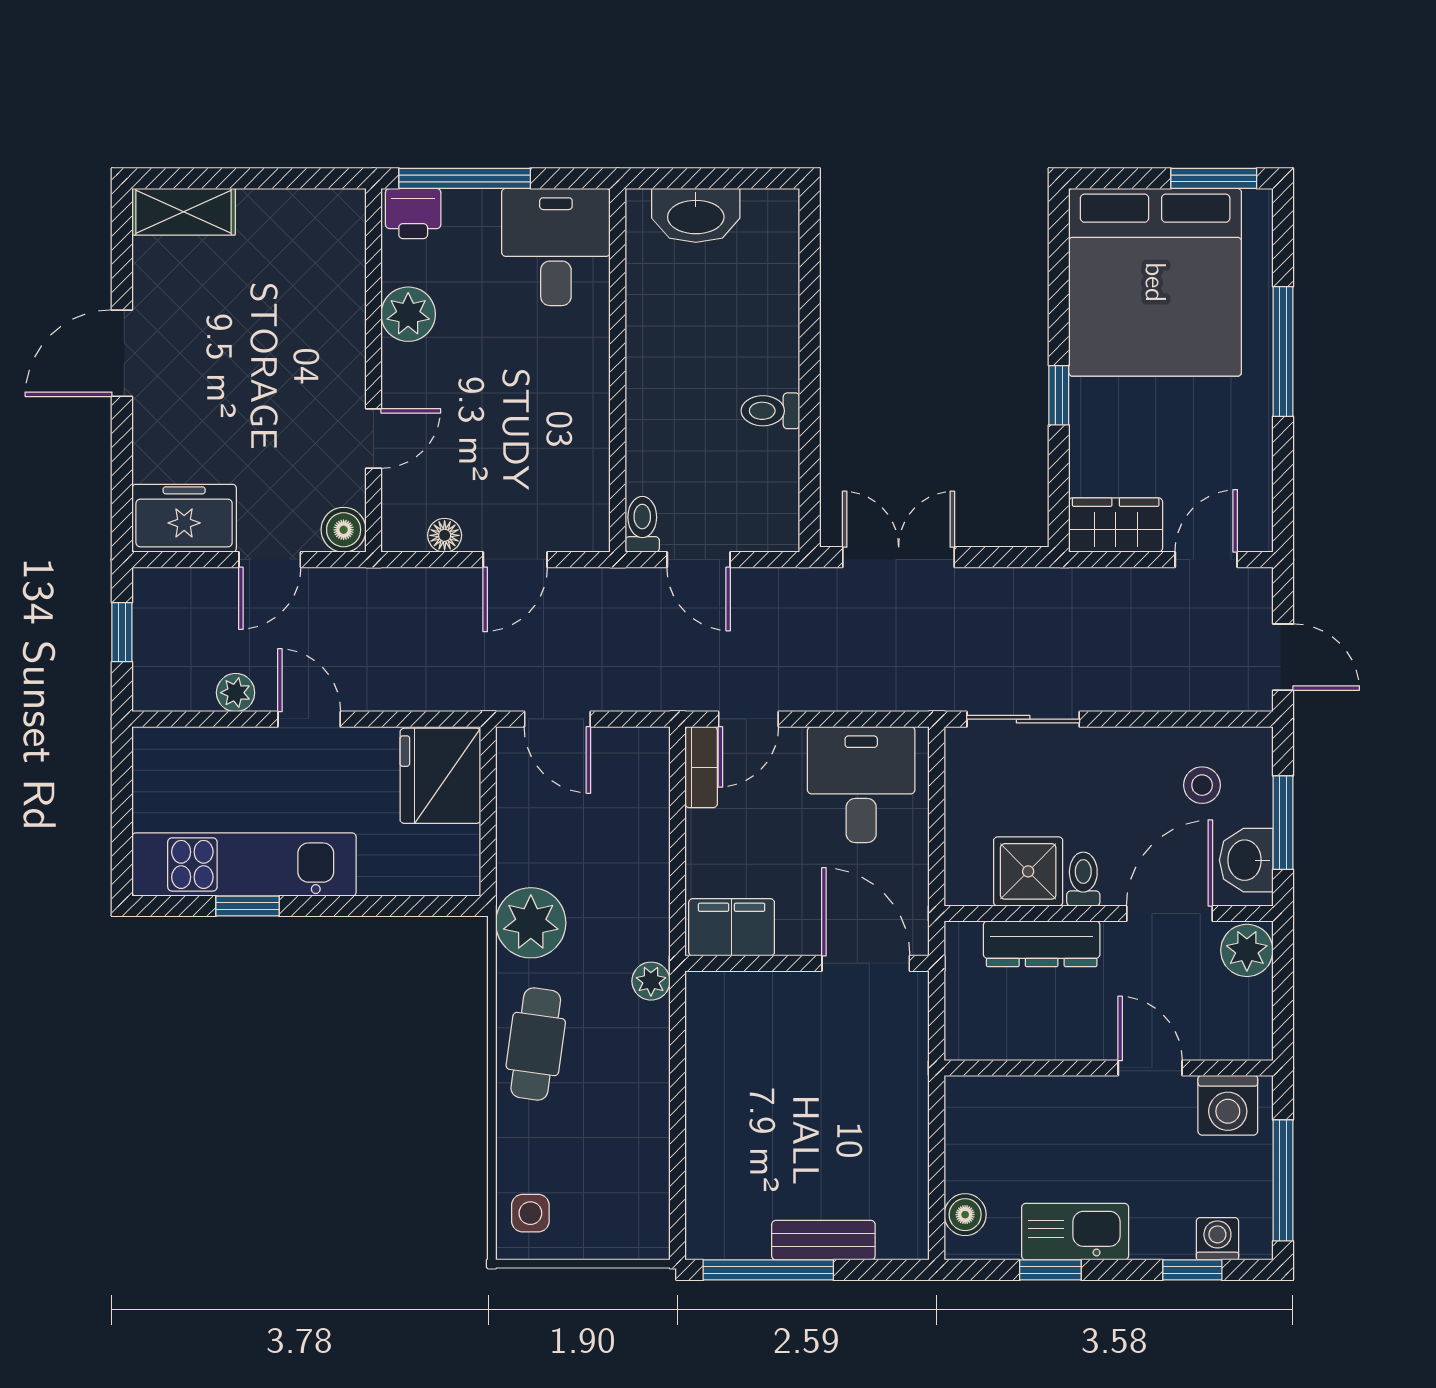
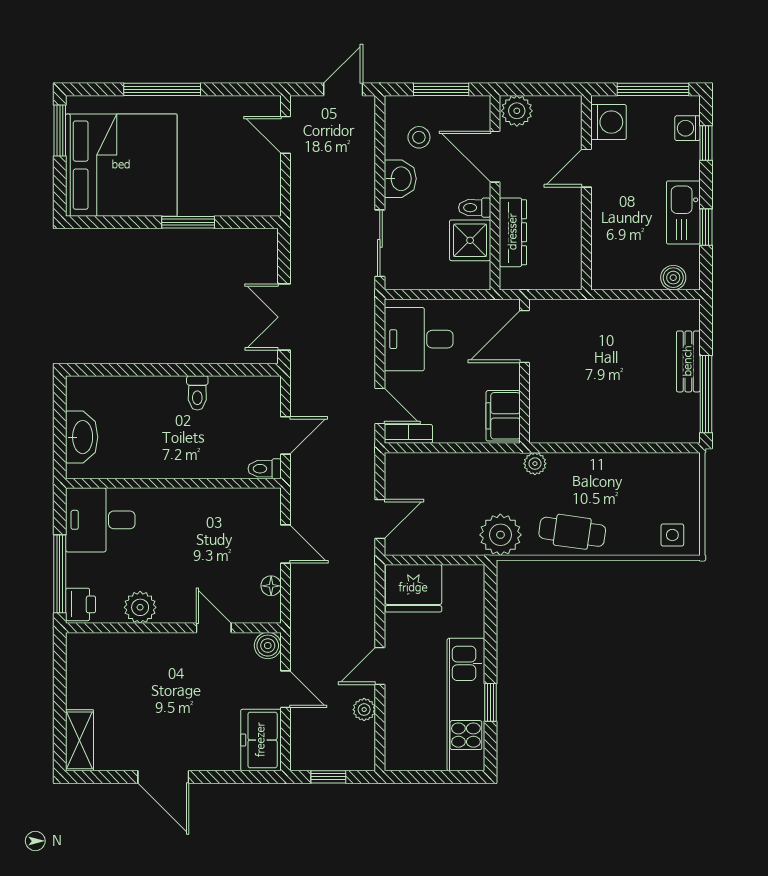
window: (1059, 395) -> (188, 222), width x1.50
wardrobe: (1116, 525) -> (265, 188), removed
washbasin: (1246, 860) -> (400, 179), moved, turned -90

